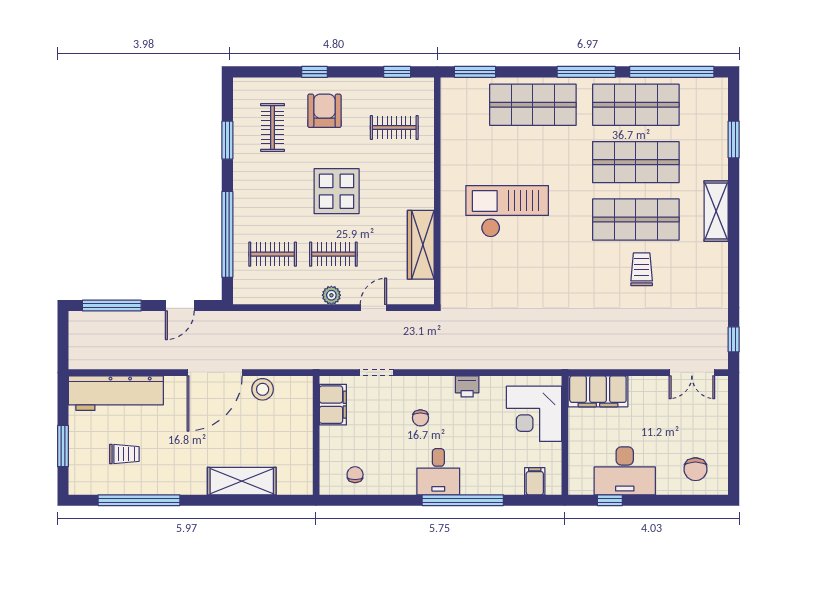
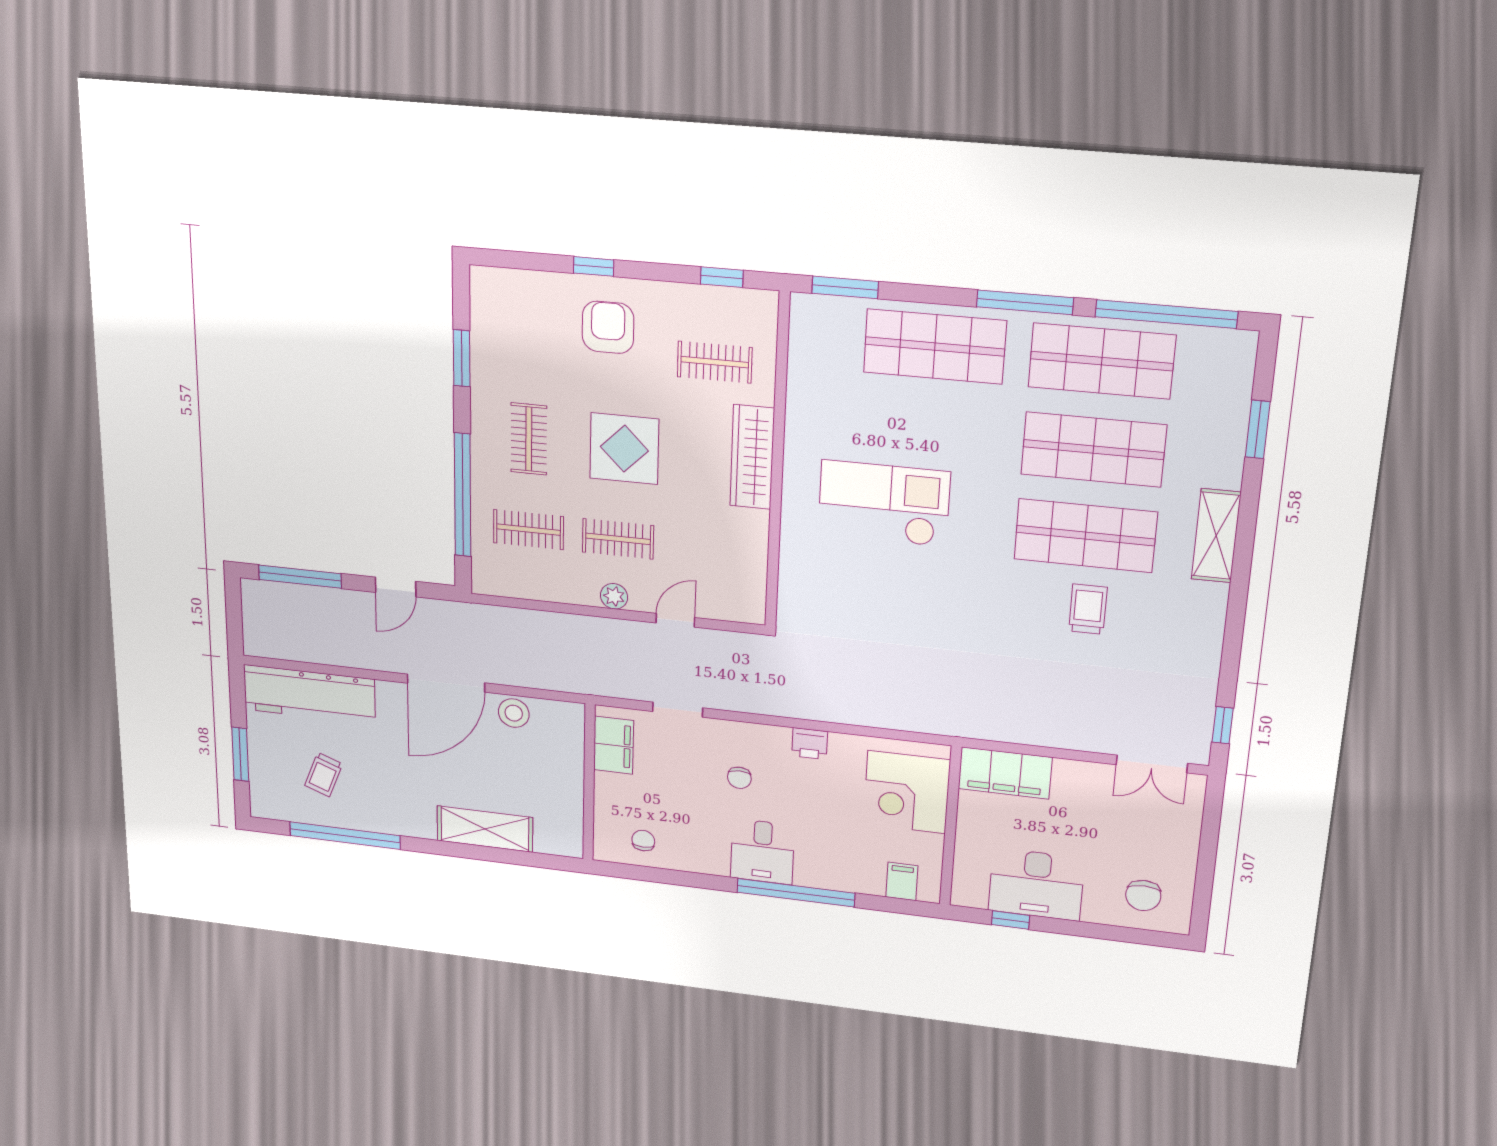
clothes rail: (273, 128) -> (529, 439), moved
wardrobe: (421, 245) -> (752, 457), moved
trolley: (124, 454) -> (324, 775), turned 111

